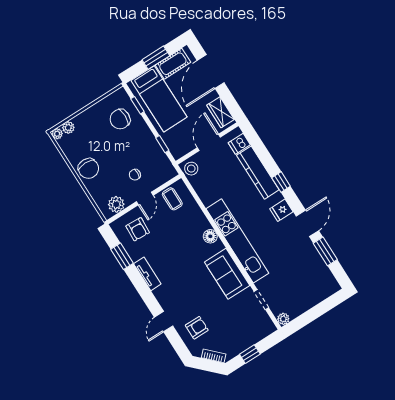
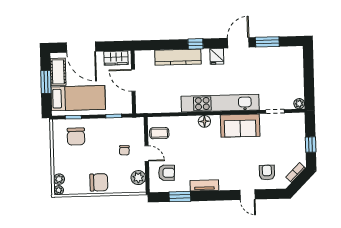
dishwasher: (239, 144) -> (148, 58), removed
stool: (191, 169) -> (145, 105), removed
door: (307, 223) -> (238, 43), hinge flipped

